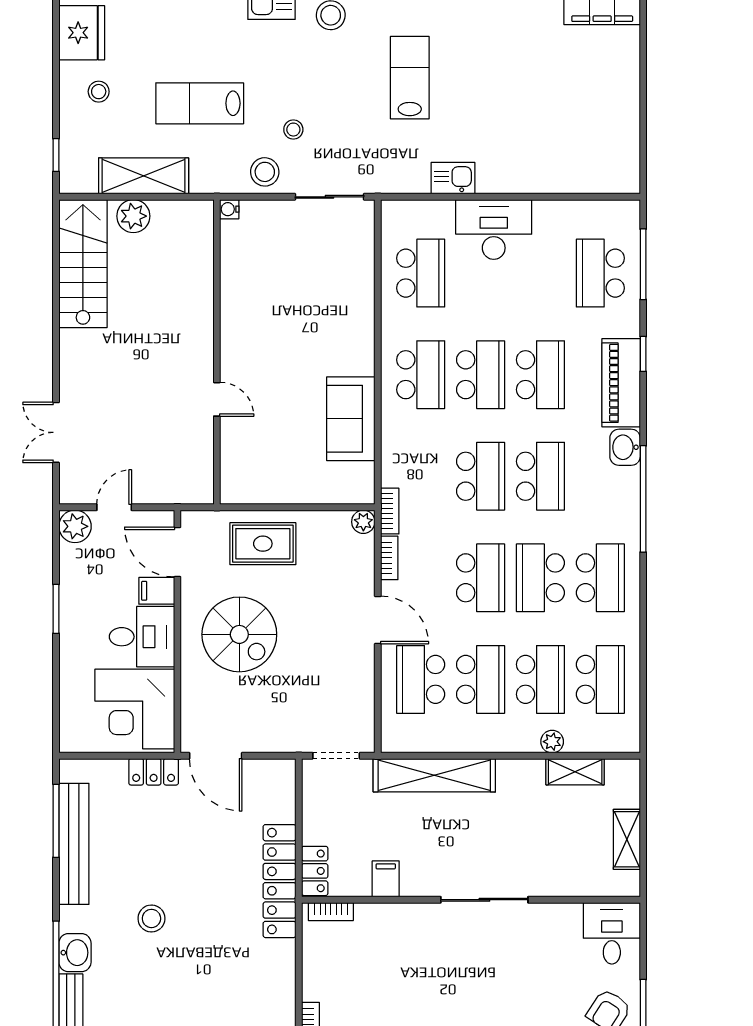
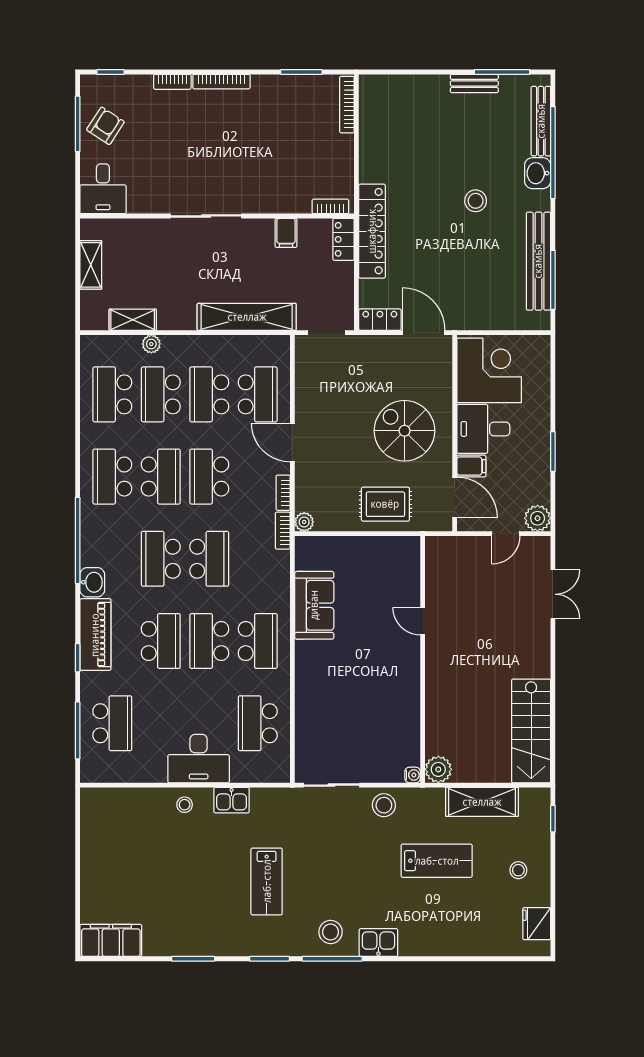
fridge: (82, 33) -> (537, 924), width x0.73, depth x0.75
stool: (293, 130) -> (185, 805), moved
plant: (133, 216) -> (438, 769), moved
school desk: (421, 375) -> (258, 641), turned 180
school desk: (540, 375) -> (161, 641), turned 180
school desk: (481, 476) -> (209, 559), turned 180
locker: (154, 772) -> (380, 320), moved

